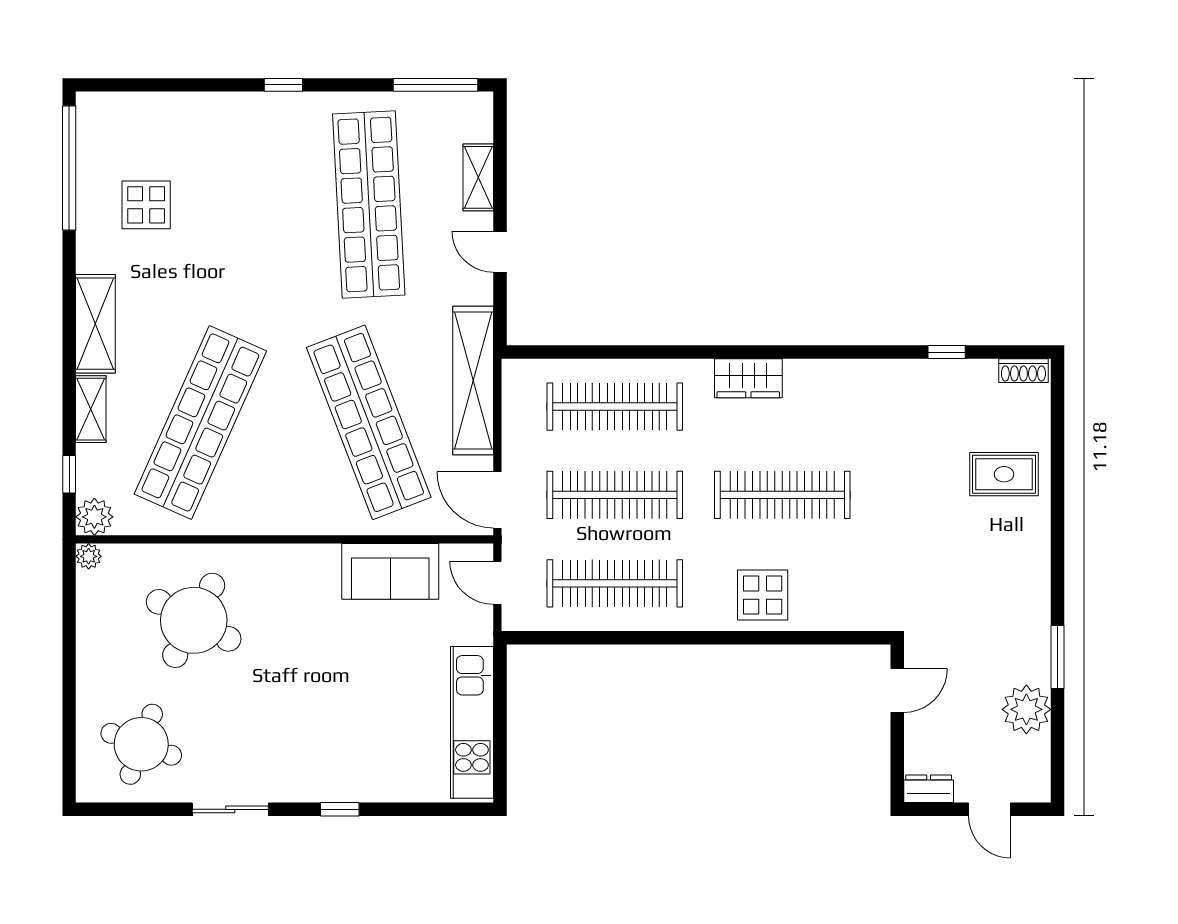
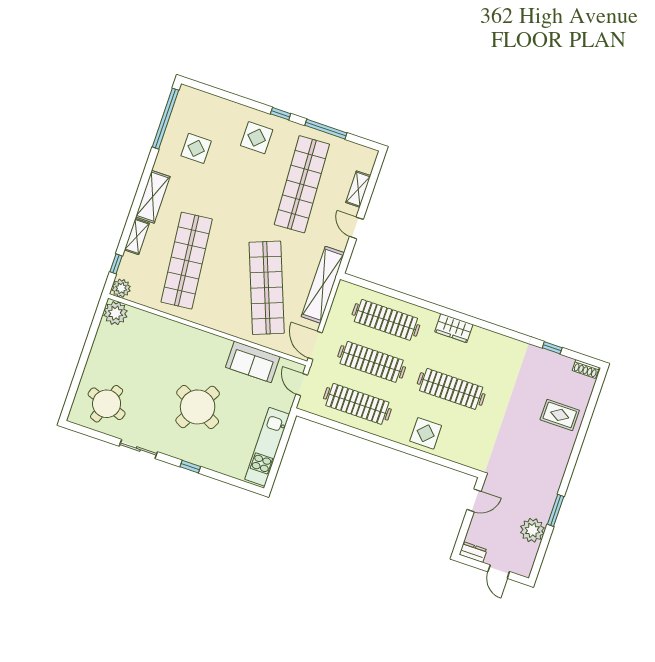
window: (435, 85) -> (326, 129), moved
display table: (254, 146) -> (257, 138), added
shop shelf: (200, 422) -> (187, 261), turned -30
plant: (89, 556) -> (115, 313), width x1.87, depth x1.87
round table: (194, 620) -> (198, 407), moved

